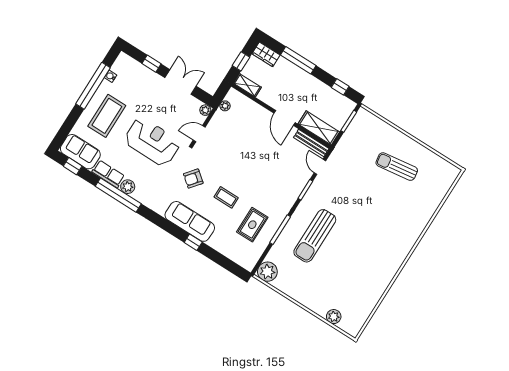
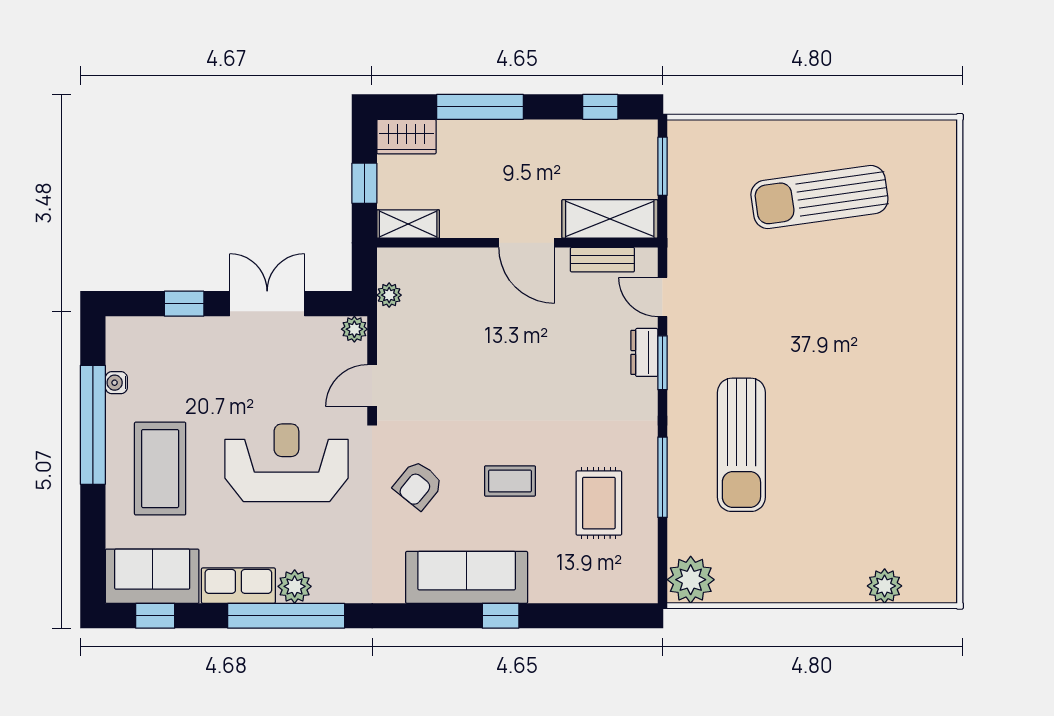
bench: (311, 143) -> (602, 260), width x0.73
sun lounger: (397, 167) -> (819, 197), width x1.36, depth x1.34
dresser: (301, 182) -> (644, 352), added

